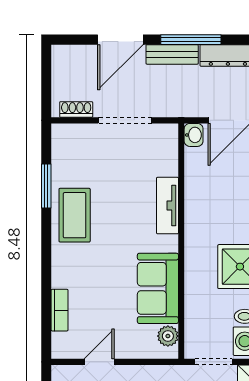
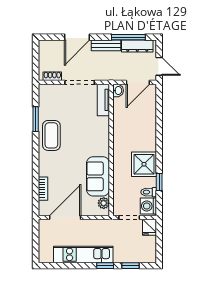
window: (191, 40) -> (128, 37), moved
tv unit: (167, 206) -> (103, 100), moved
door: (99, 362) -> (65, 218), width x1.87

